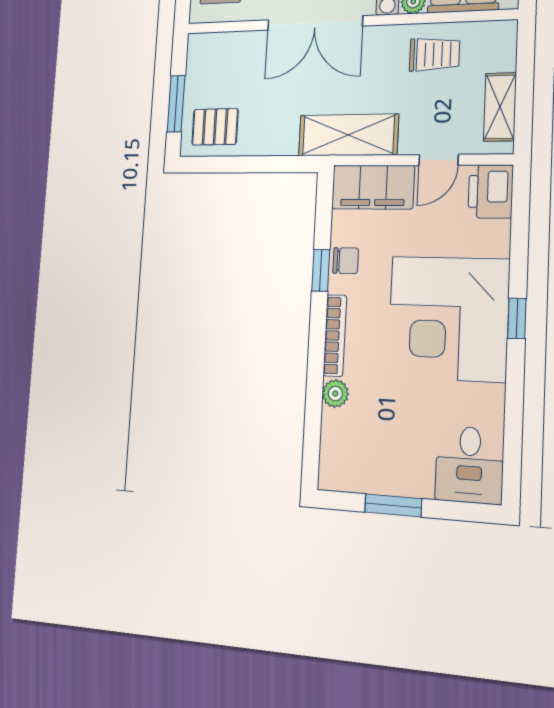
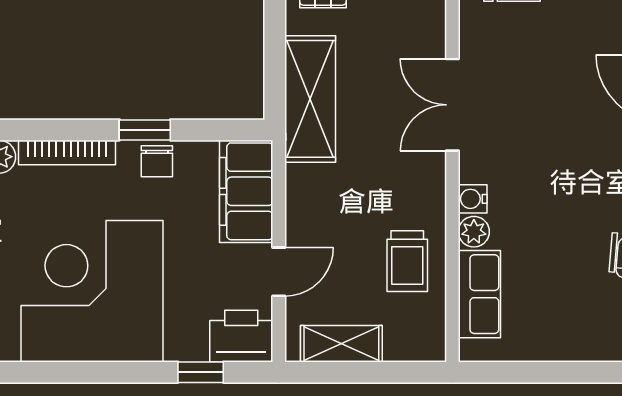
double door: (315, 23) -> (452, 105), width x0.73
shelving: (348, 135) -> (310, 99), moved
door: (439, 160) -> (279, 272), swing flipped
window: (517, 318) -> (201, 372), moved

